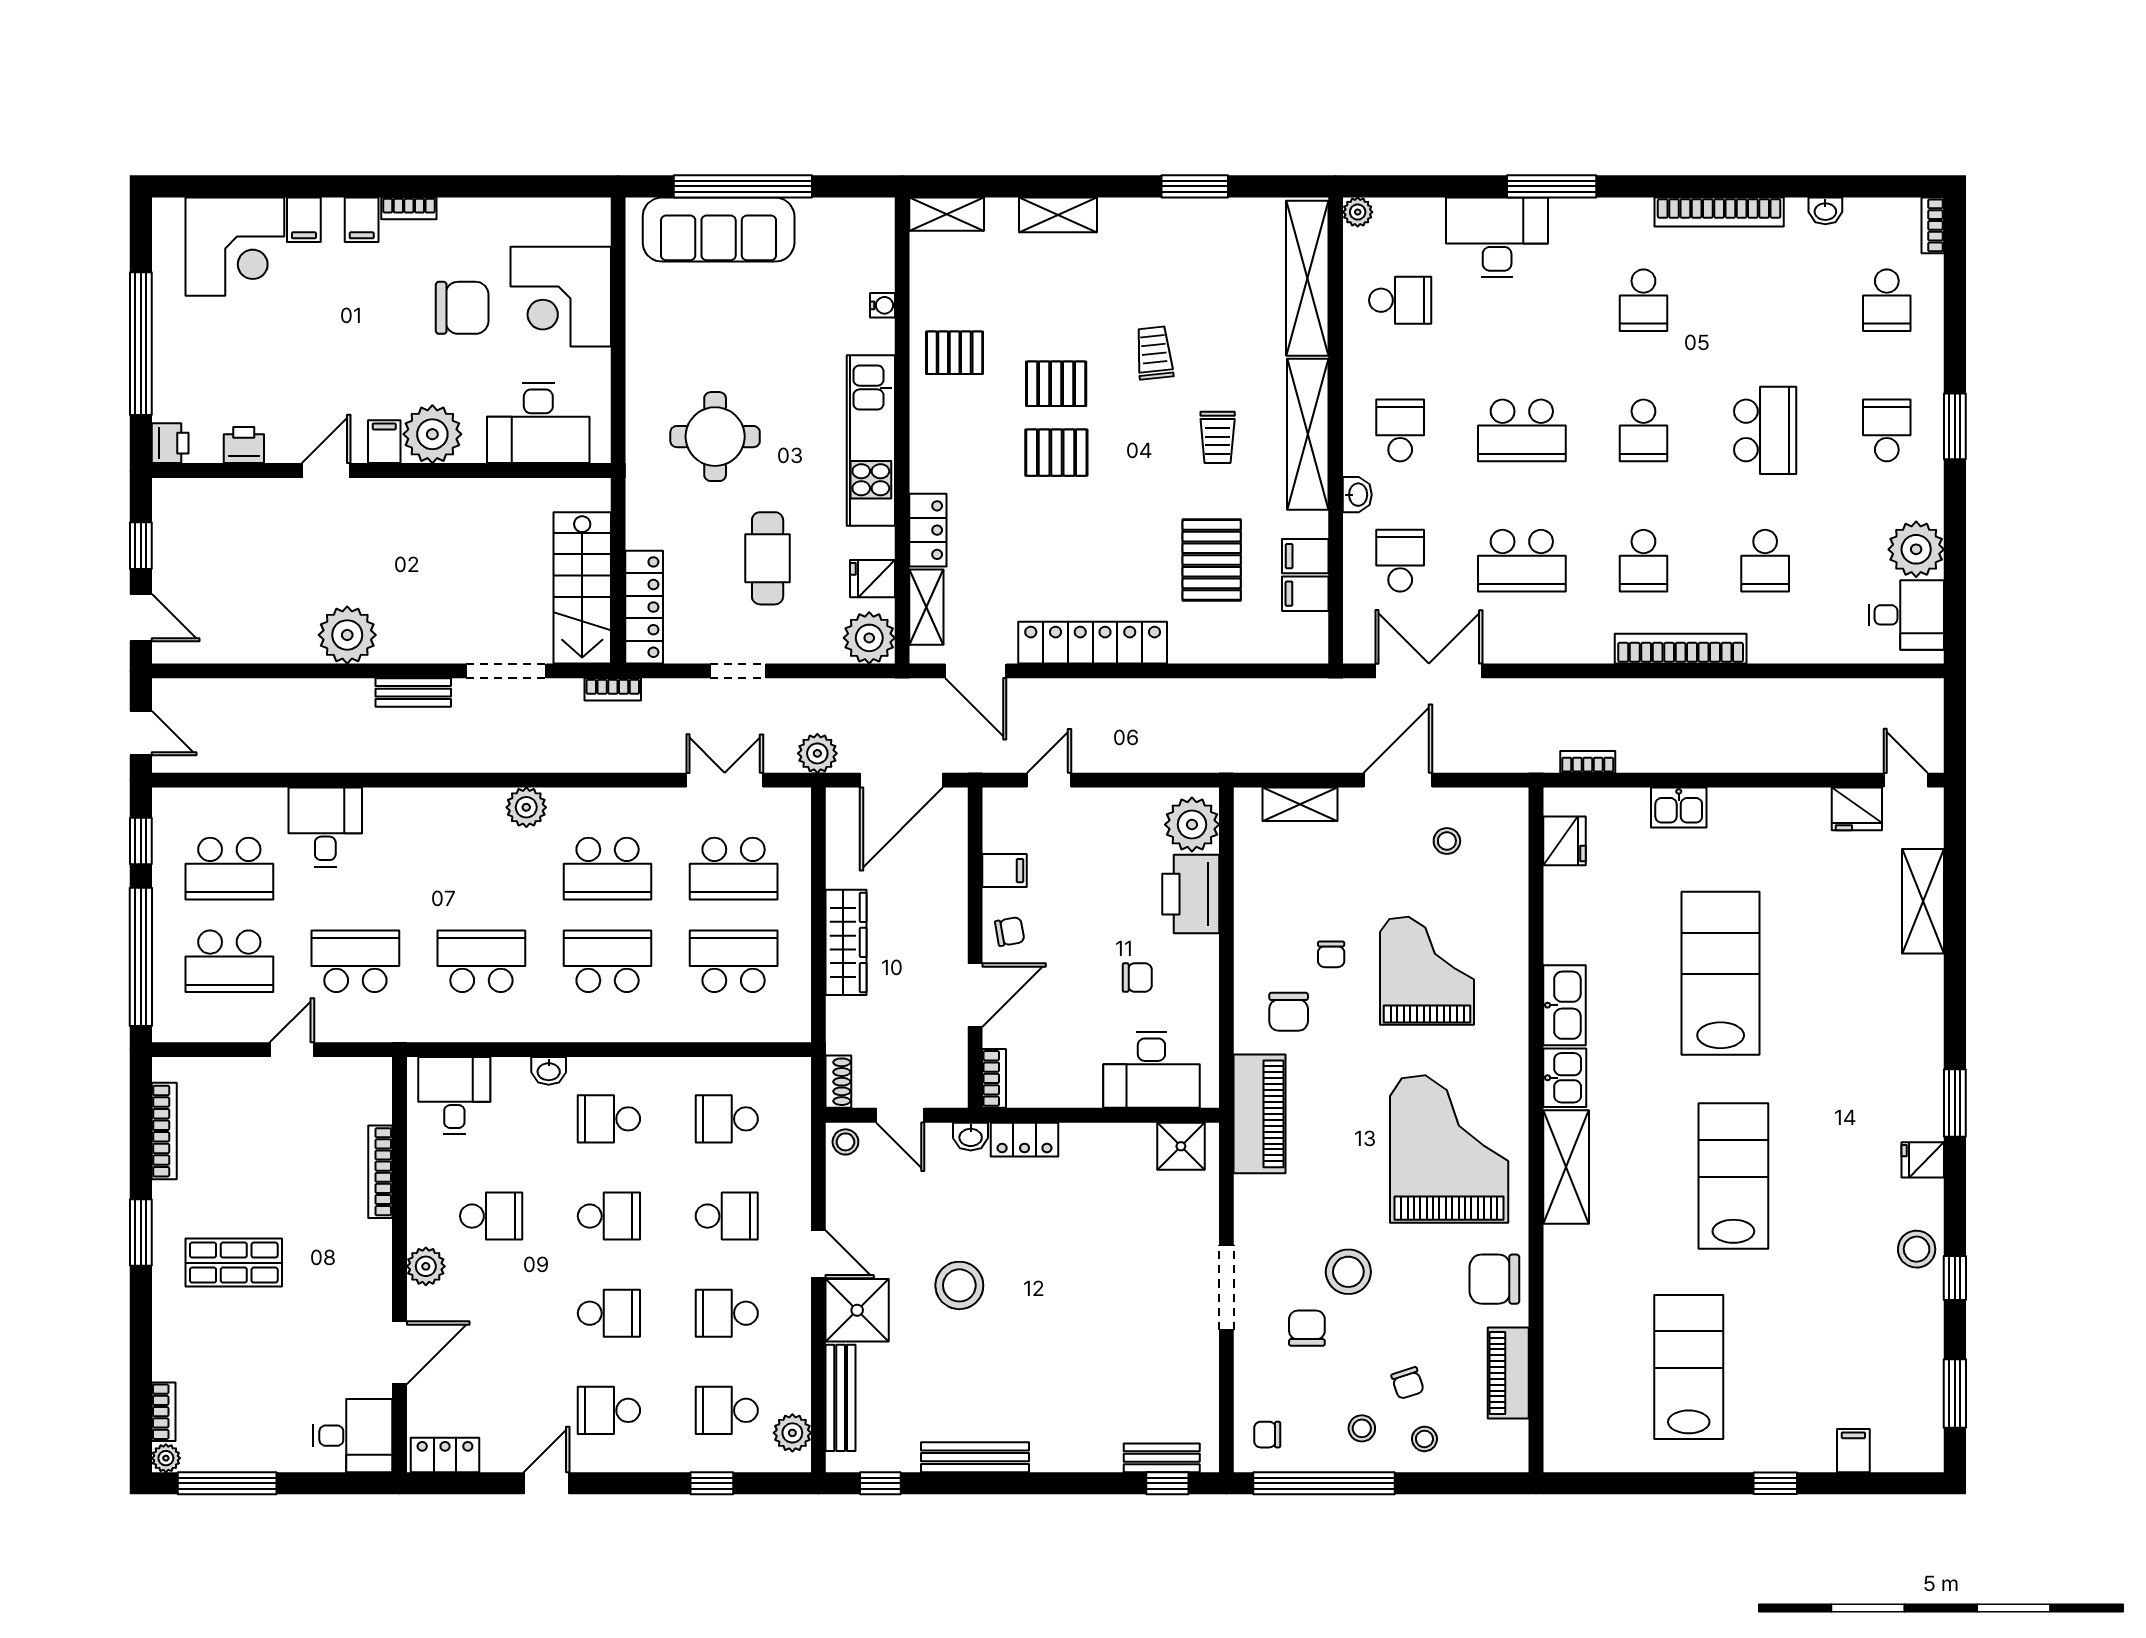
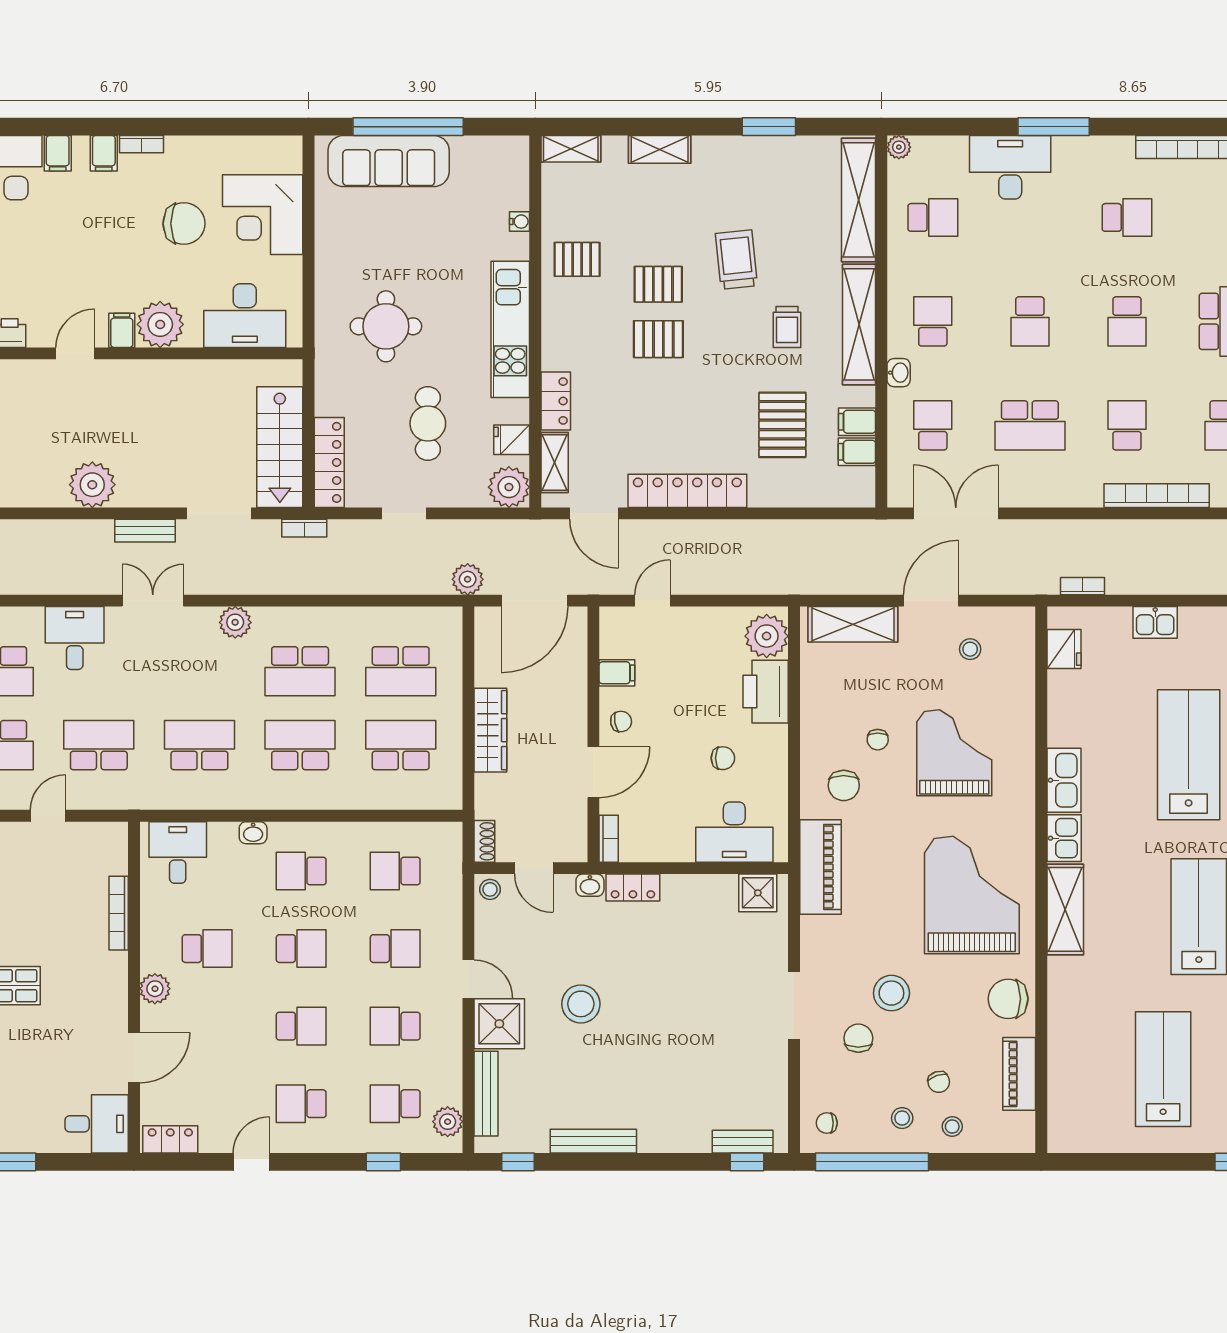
school desk: (1643, 300) -> (1127, 217), turned -90
trolley: (1154, 353) -> (736, 260), width x1.36, depth x1.39
school desk: (1522, 430) -> (1030, 321), width x0.54
school desk: (1643, 561) -> (1127, 425), turned 180
double door: (725, 780) -> (153, 601), moved
shelving: (1300, 804) -> (853, 624), width x1.50, depth x1.33

